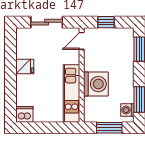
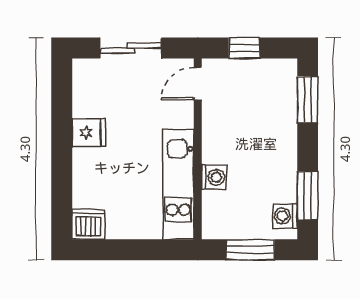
washing machine: (96, 84) -> (214, 177), width x0.53, depth x0.53

